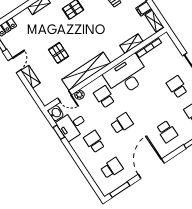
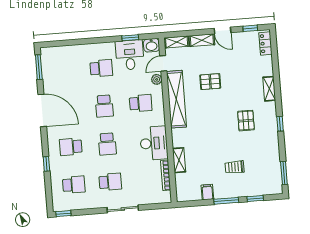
shelving: (154, 21) -> (177, 42), moved
desk: (127, 76) -> (154, 143), width x0.73, depth x0.77
school desk: (112, 168) -> (107, 144), moved

